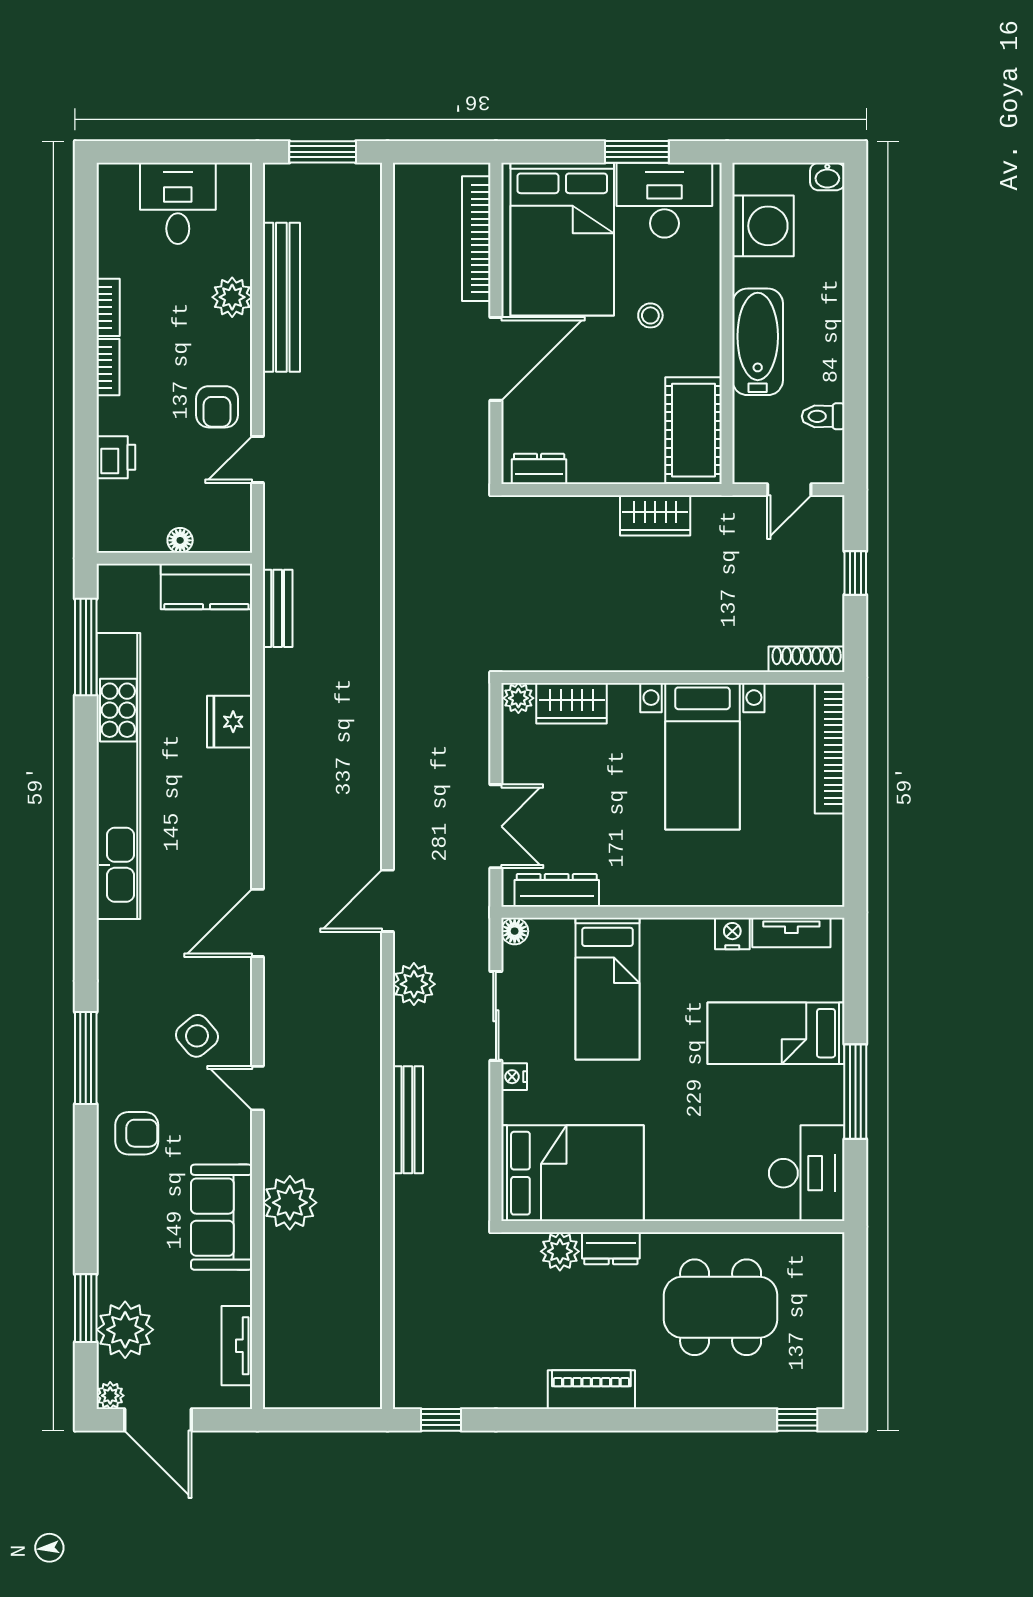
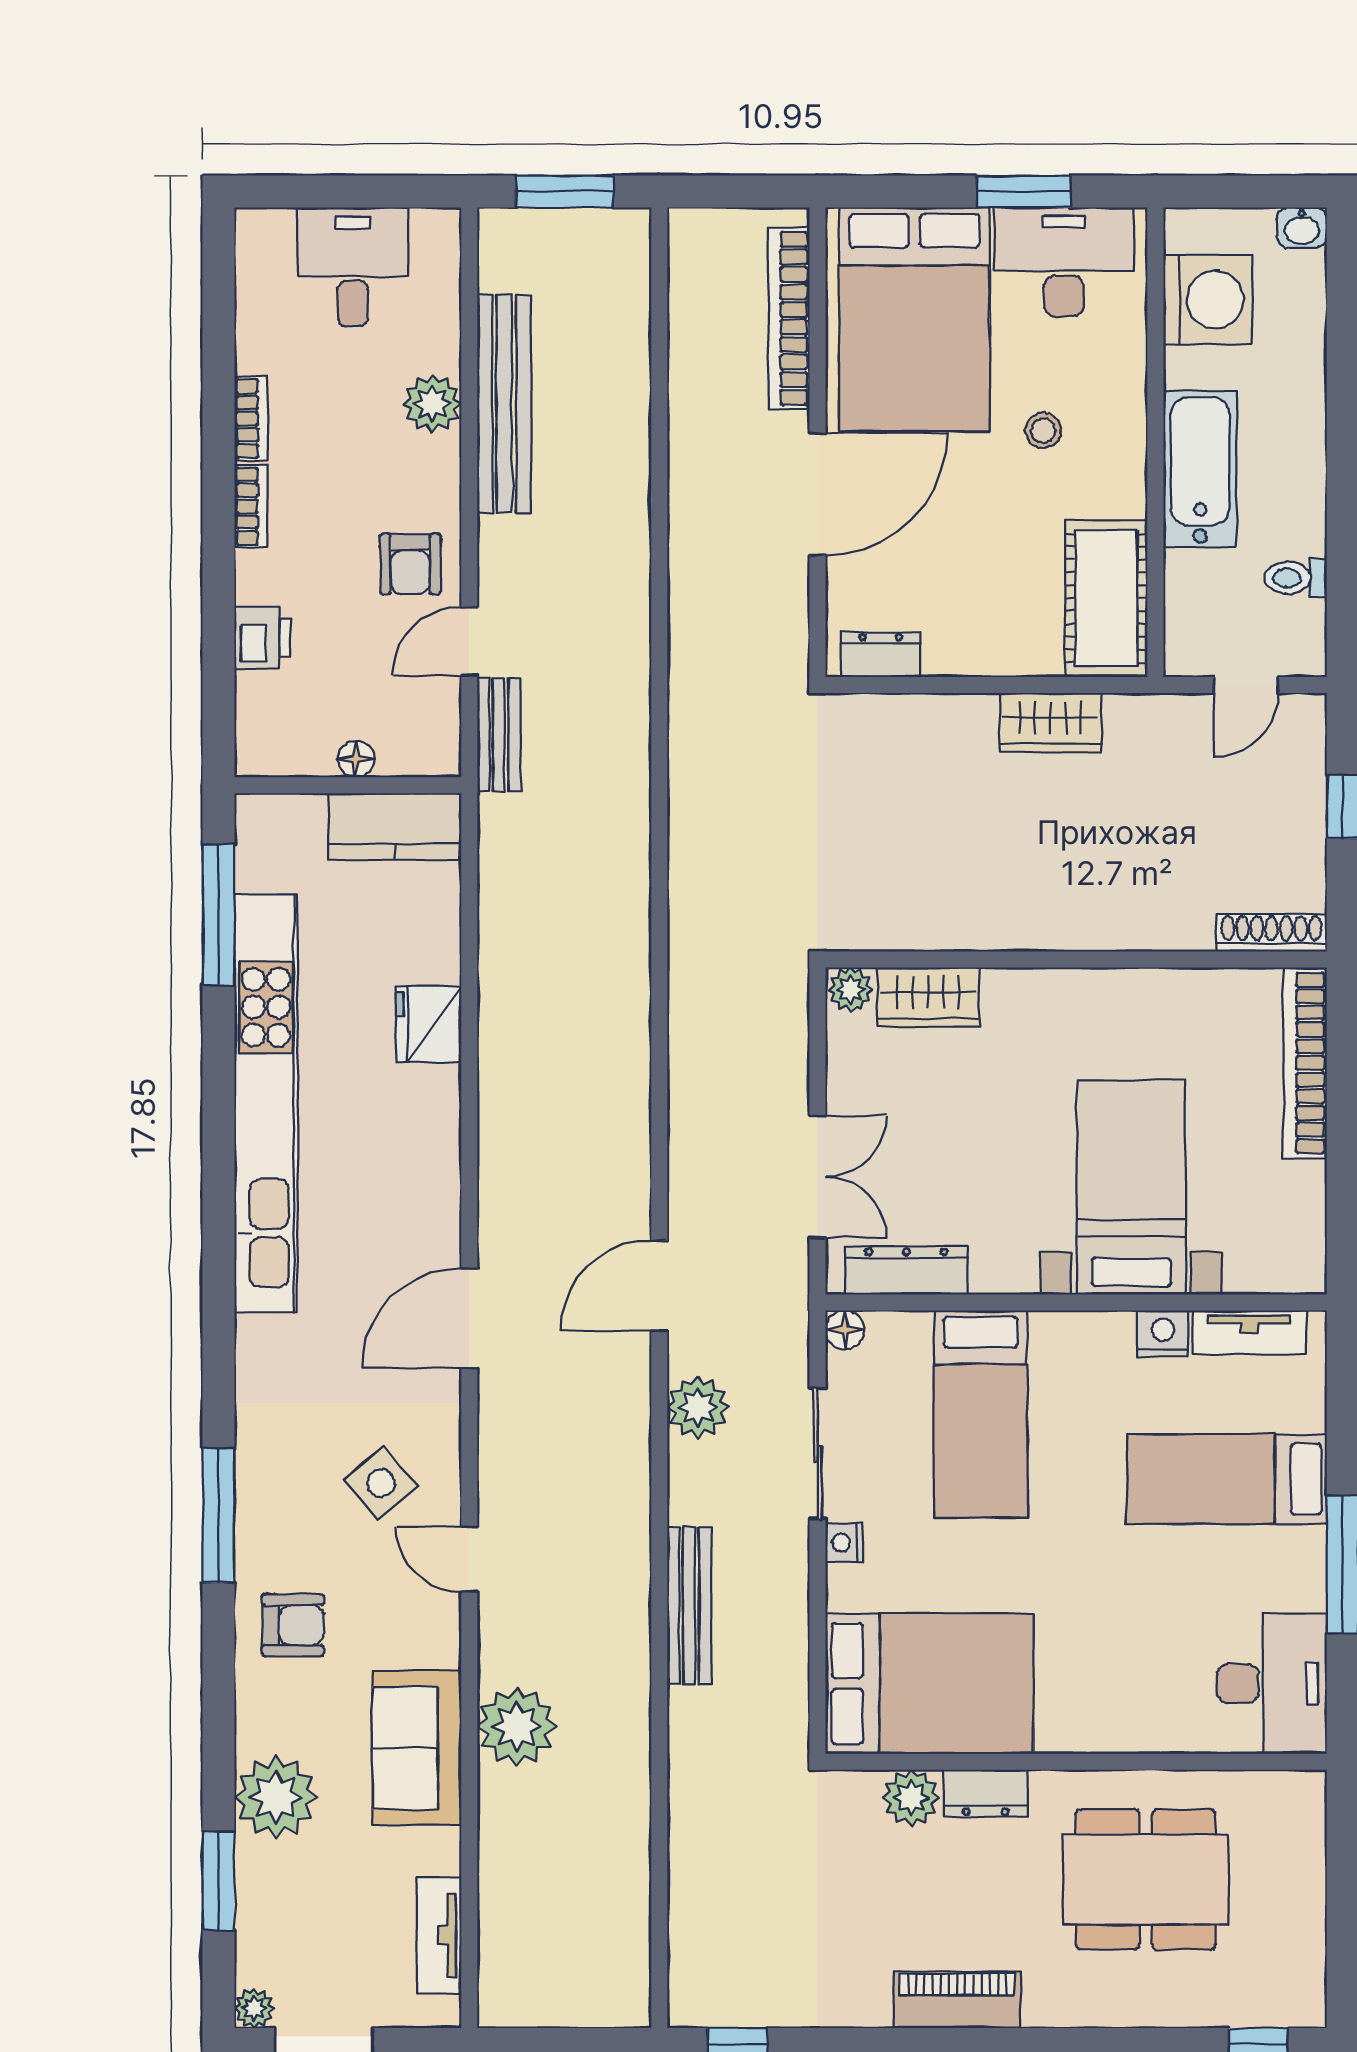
bench: (278, 608) -> (499, 735), moved
bed with nightstands: (702, 756) -> (1131, 1187), moved, turned 180
plant: (125, 1330) -> (276, 1797), moved

